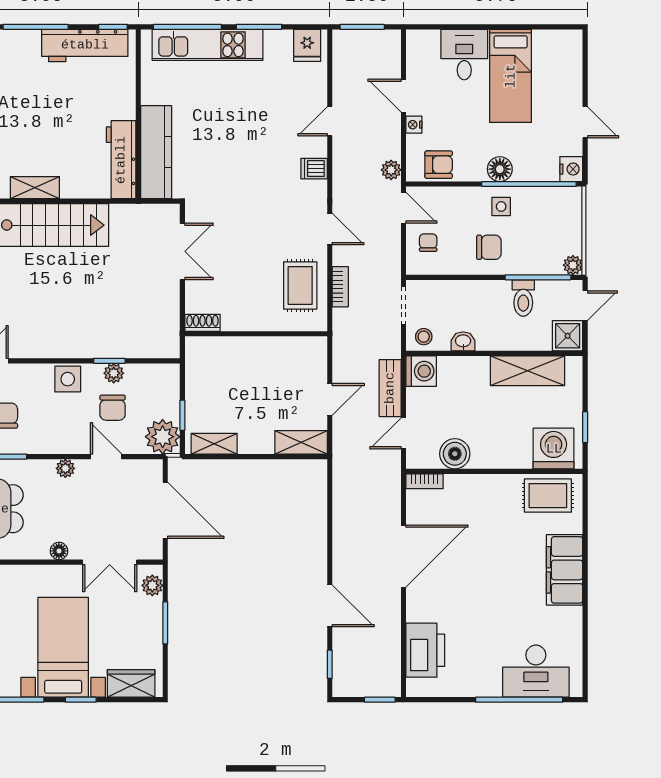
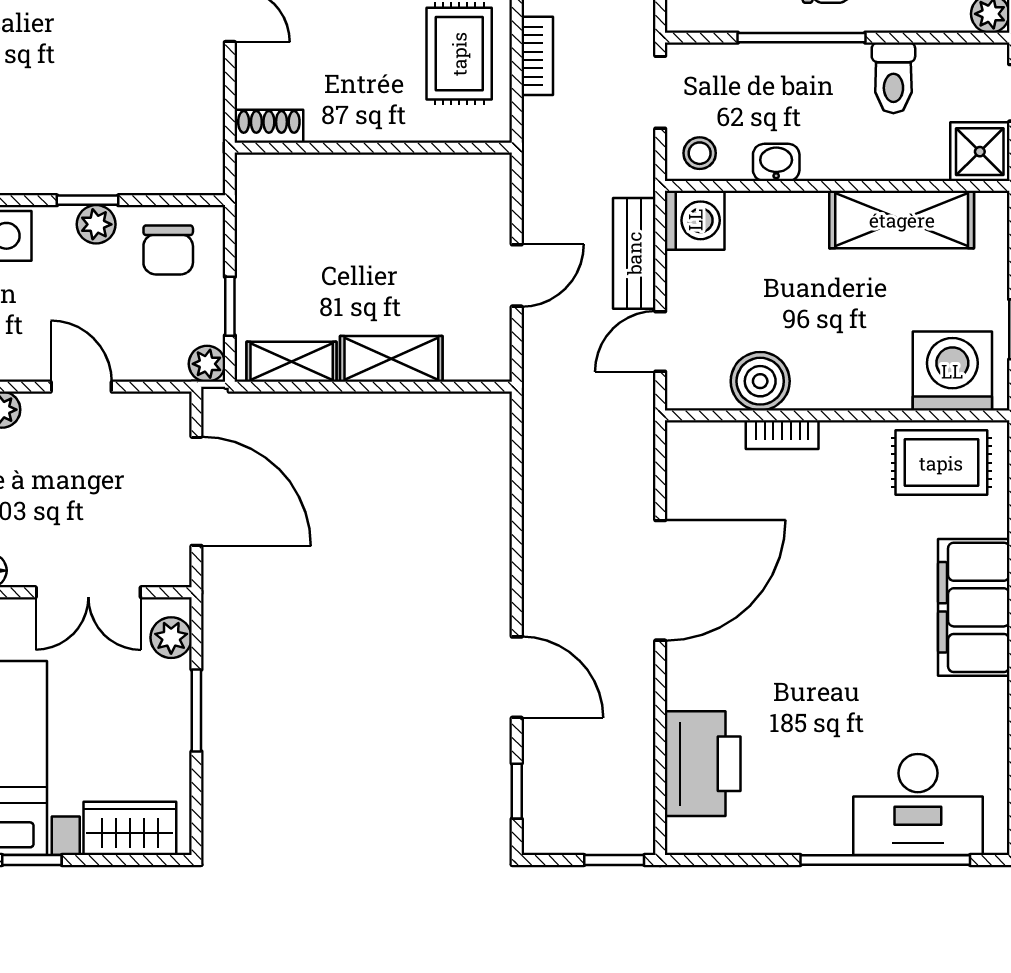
window: (538, 277) -> (801, 38), moved
chair: (113, 408) -> (168, 250), moved
plant: (163, 437) -> (207, 364), width x0.53, depth x0.53
shelving: (301, 442) -> (391, 359), moved
bookcase: (425, 481) -> (782, 435), moved

